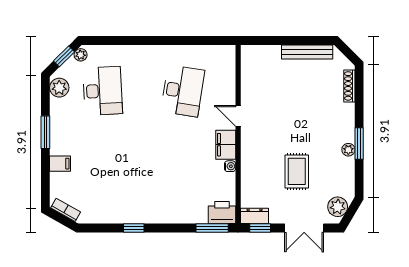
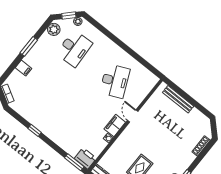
bench: (307, 52) -> (178, 99), moved
desk: (183, 91) -> (115, 81), turned -33

